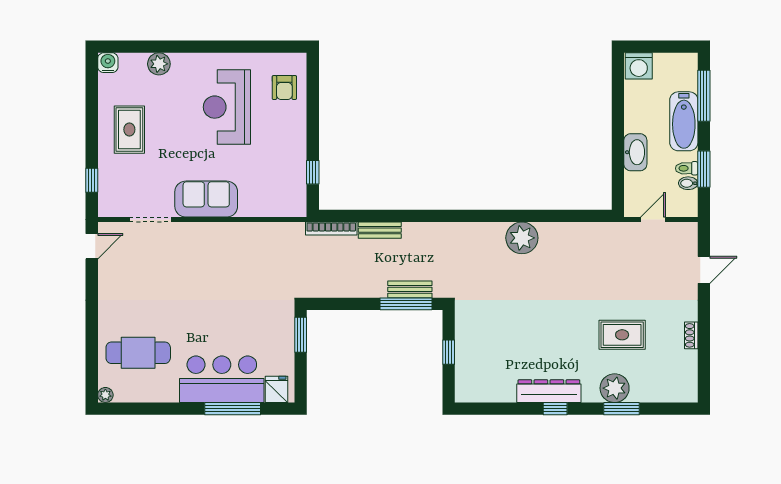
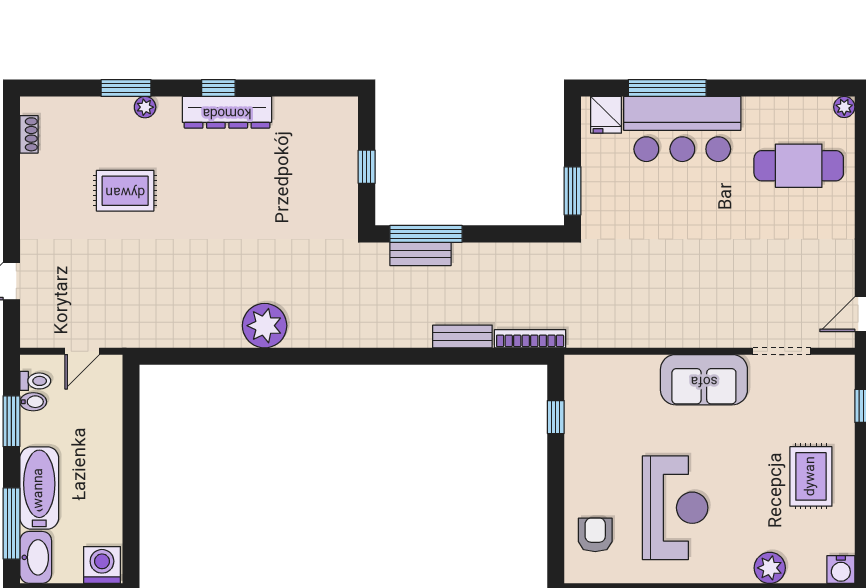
washbasin: (635, 152) -> (36, 557), moved, turned 180
toilet: (687, 168) -> (35, 381), moved
shoe rack: (691, 335) -> (29, 134), moved
plant: (615, 388) -> (145, 107), width x0.53, depth x0.53

